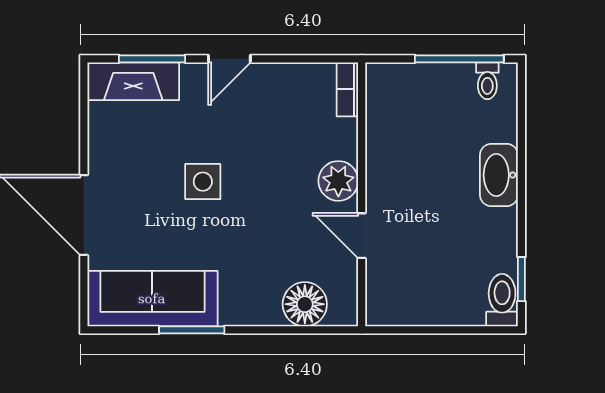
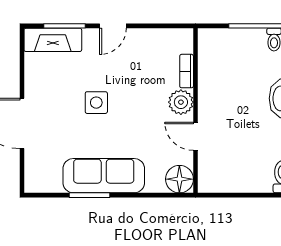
bookcase: (347, 89) -> (187, 71), moved
sofa: (152, 299) -> (104, 176), moved
floor lamp: (305, 304) -> (179, 179), moved

